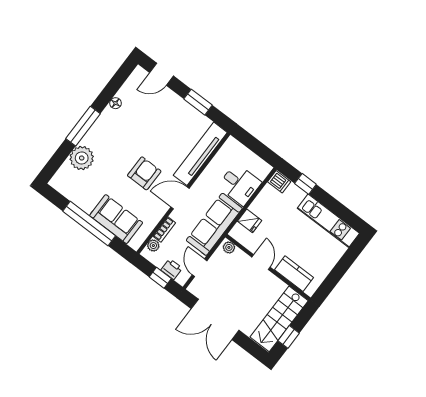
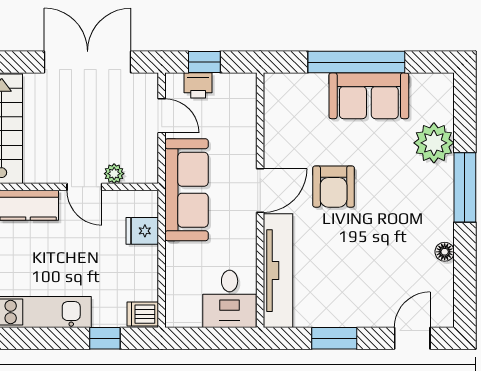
desk: (239, 184) -> (230, 299), moved, turned -90
sofa: (116, 219) -> (369, 96), moved
bookcase: (164, 229) -> (249, 131), removed
plant: (153, 246) -> (247, 98), removed
plant: (229, 247) -> (114, 174), moved

